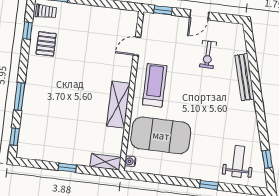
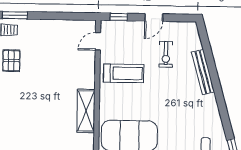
door: (137, 46) -> (98, 41), moved
treadmill: (155, 85) -> (124, 73), moved, turned 90

